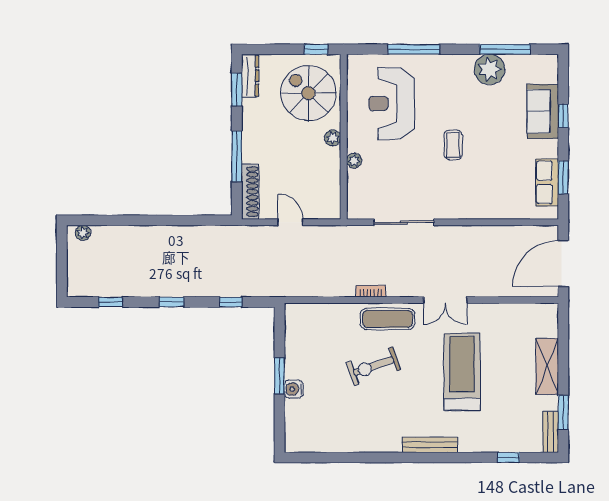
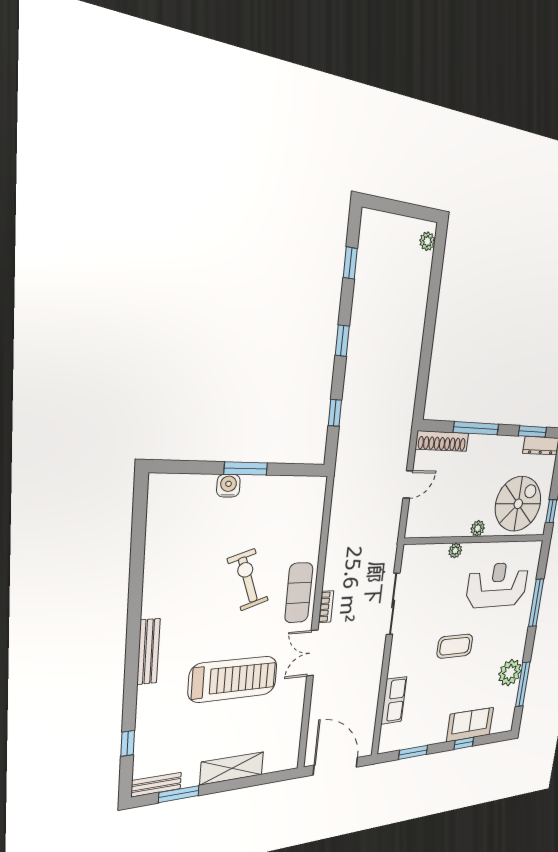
coffee table: (453, 145) -> (455, 646), width x1.36, depth x1.30
row of seats: (547, 182) -> (394, 700), moved, turned 90
bookcase: (371, 291) -> (326, 607), moved

